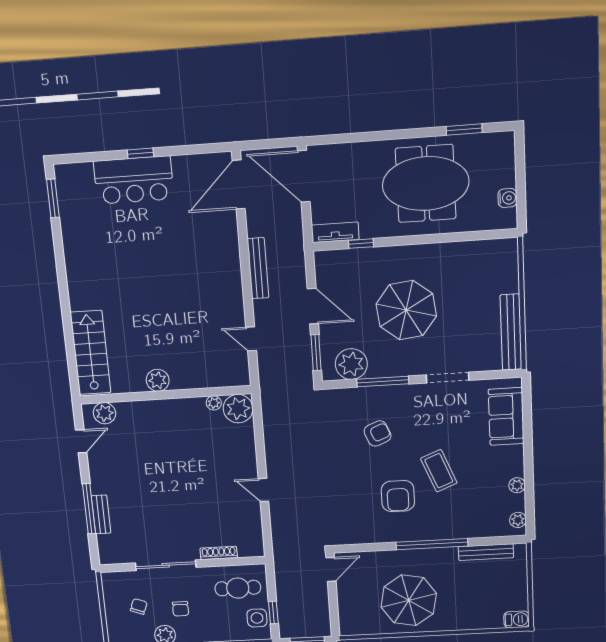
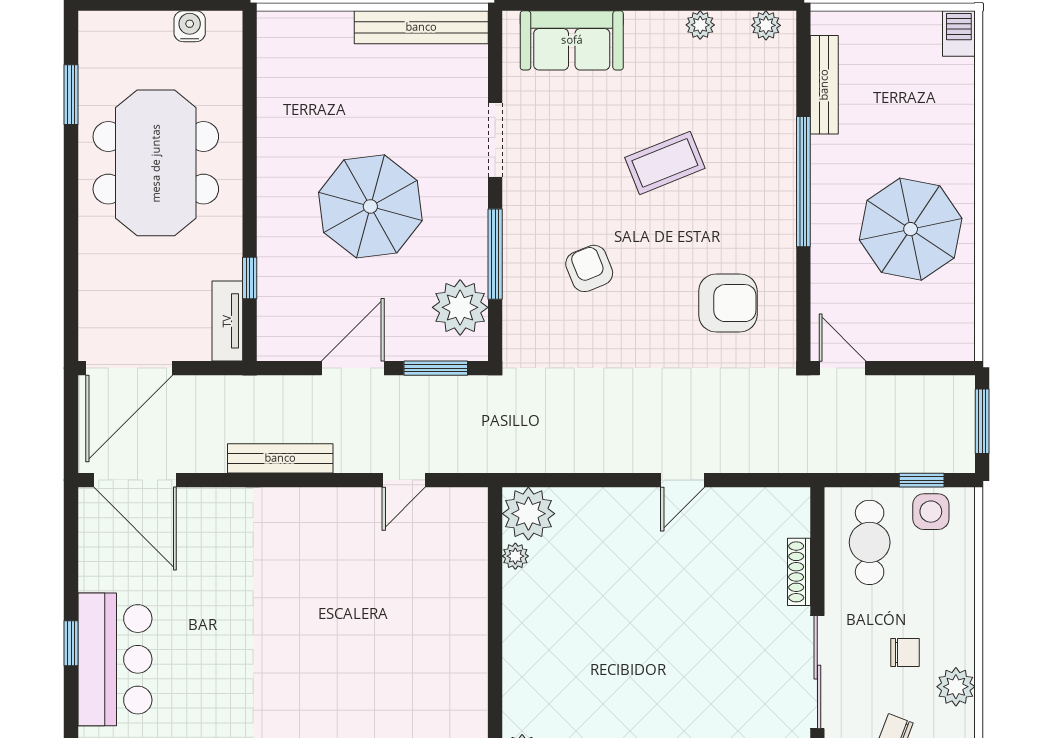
plant: (158, 380) -> (468, 653), removed
armchair: (398, 496) -> (728, 303), moved

